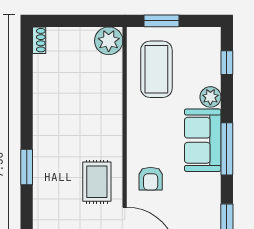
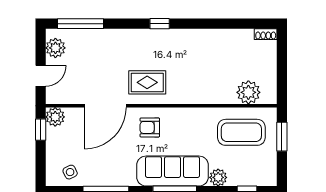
plant: (109, 41) -> (248, 92), moved
sofa: (203, 140) -> (173, 171), width x1.36
window: (27, 167) -> (160, 24), width x0.67

